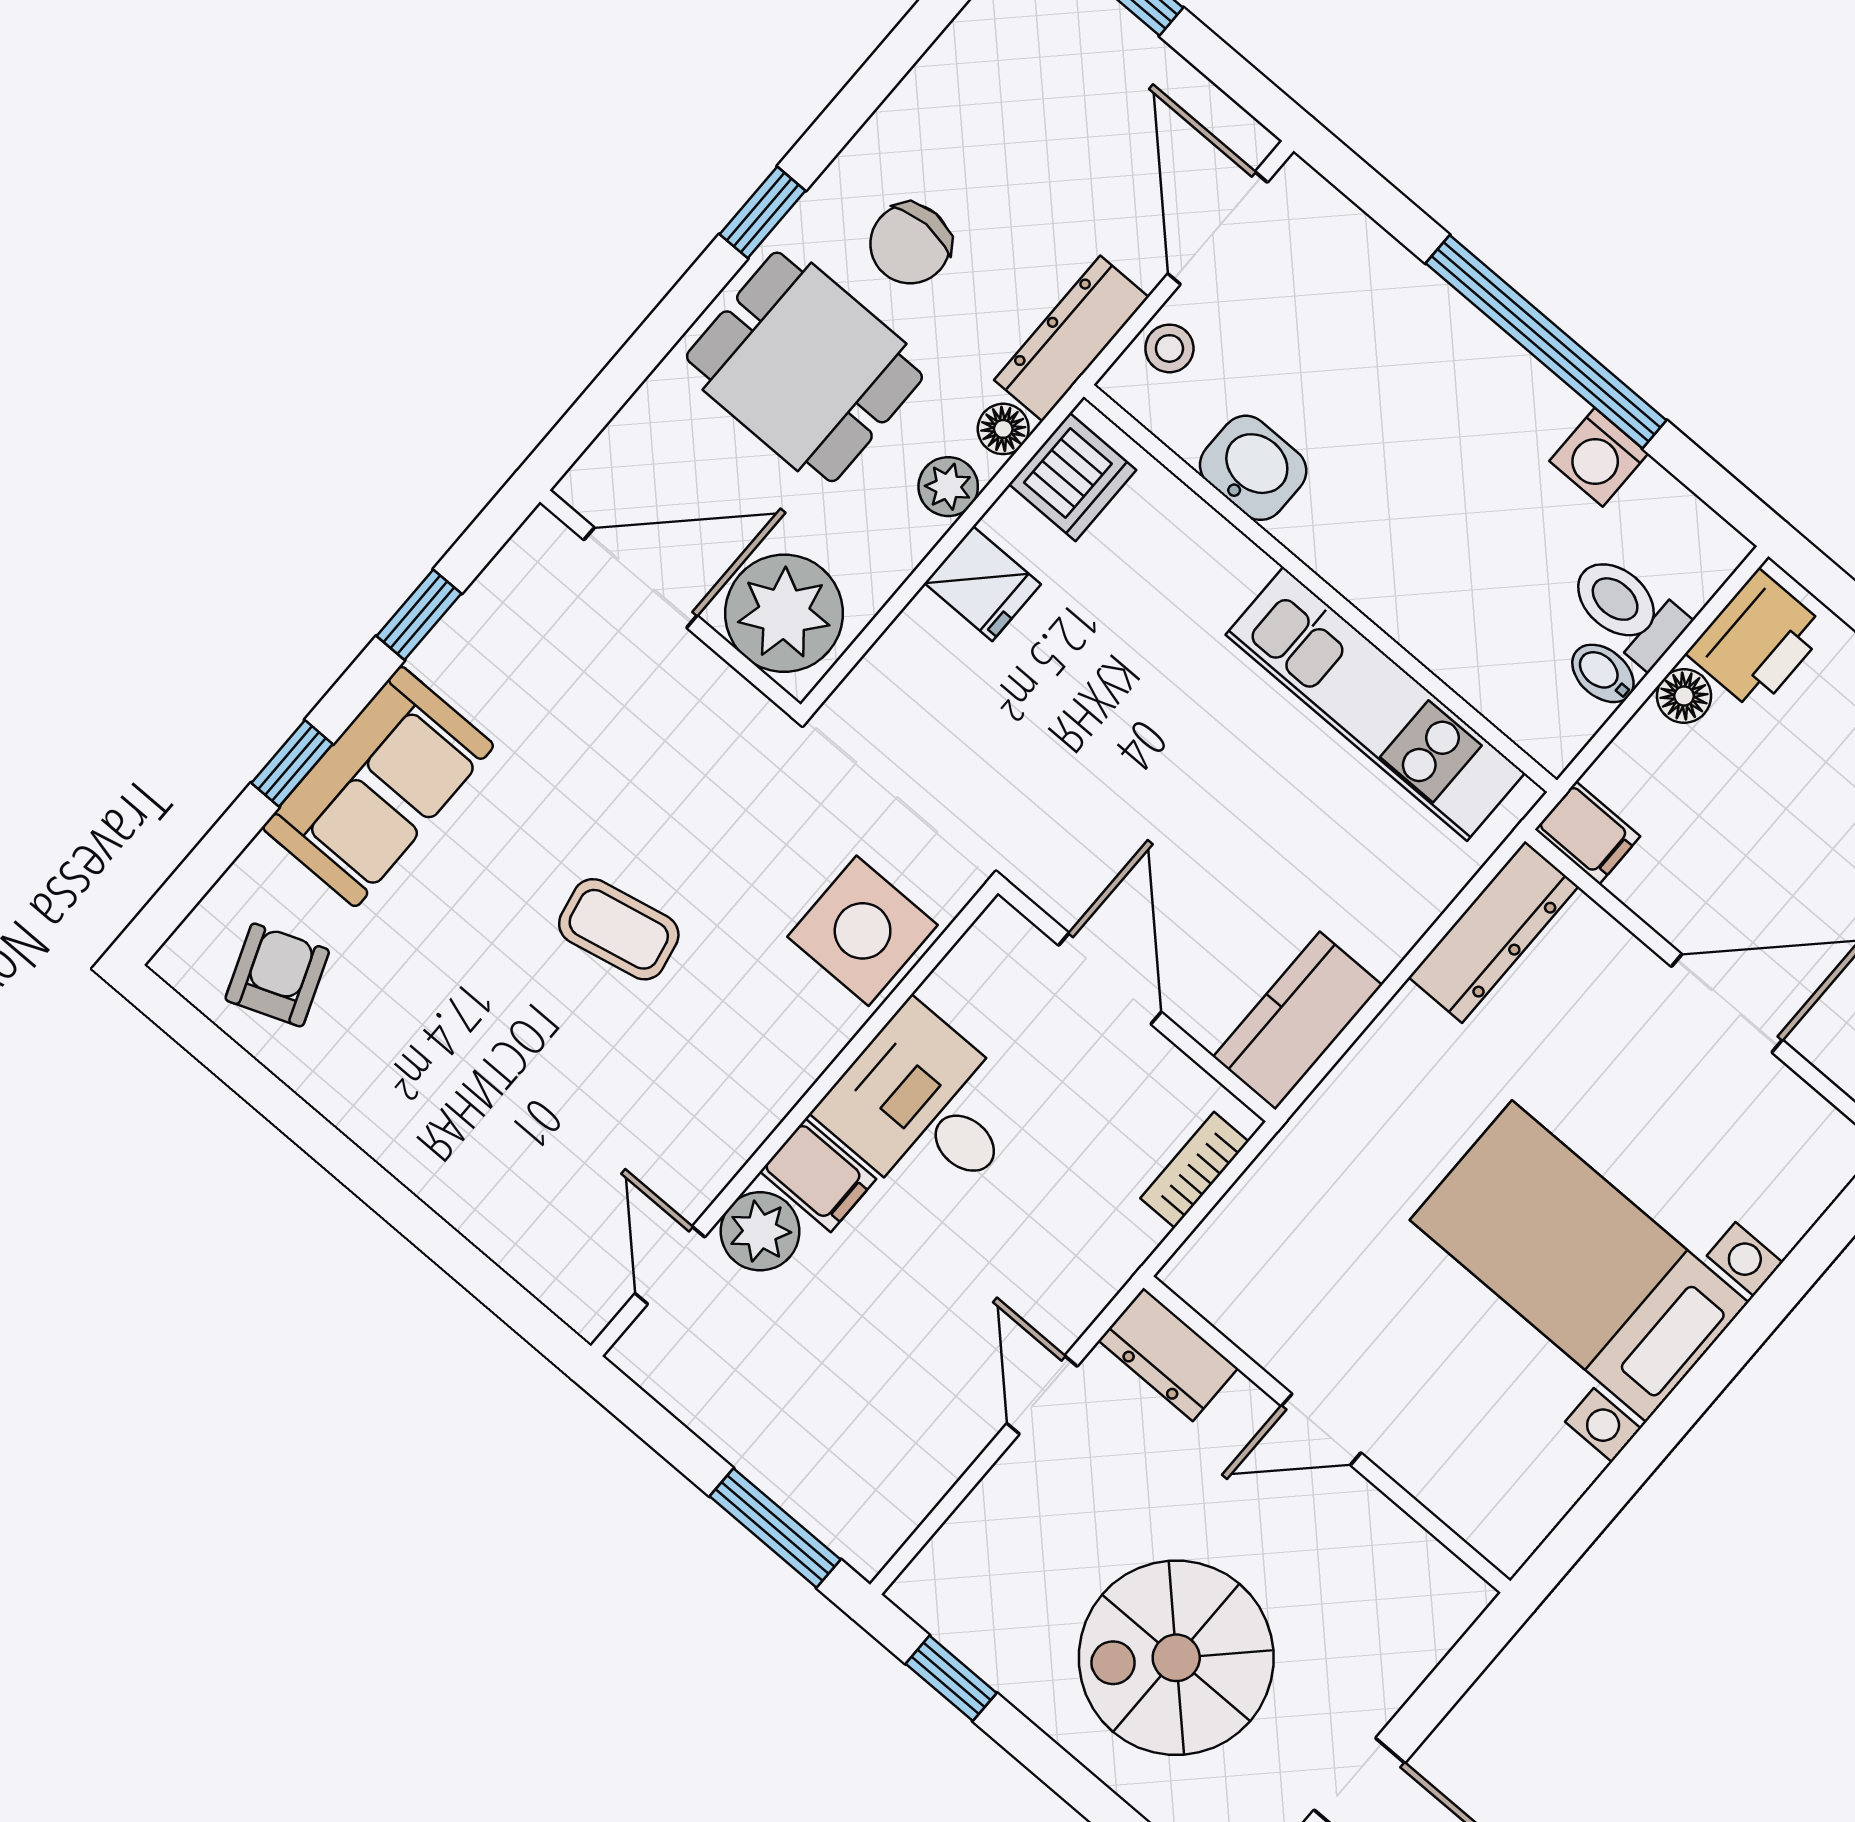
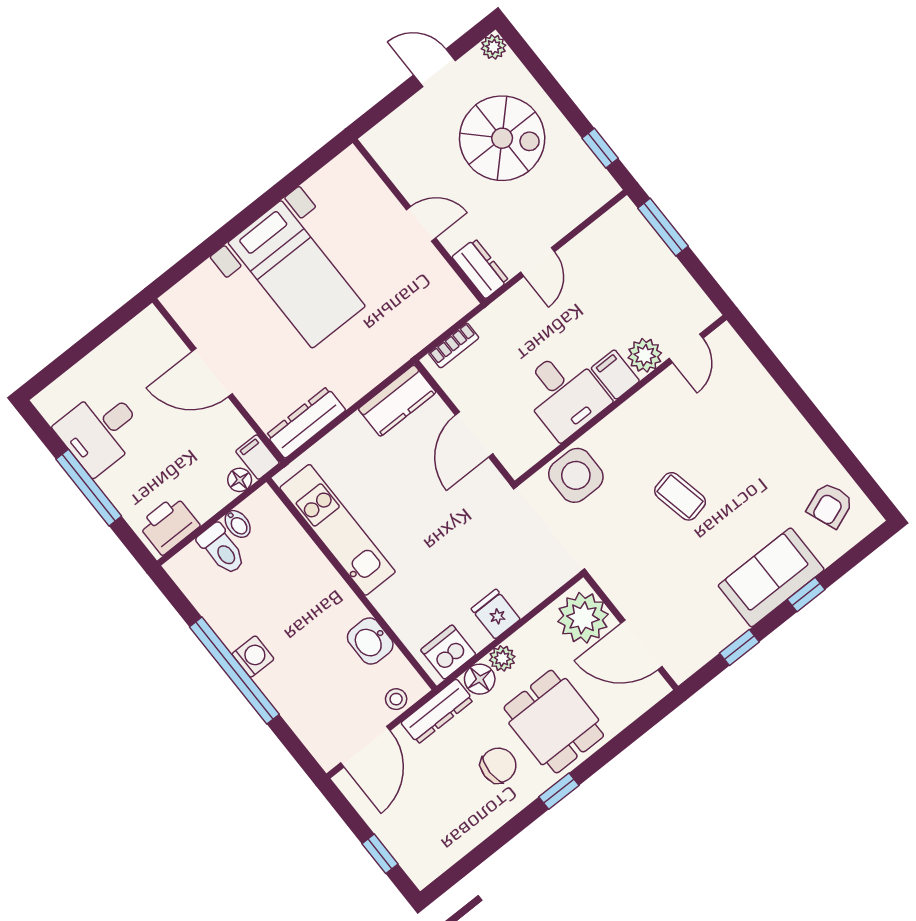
floor lamp: (1003, 429) -> (480, 679), width x1.37, depth x1.37
washing machine: (1599, 457) -> (253, 657), moved
floor lamp: (1684, 696) -> (240, 480), moved

